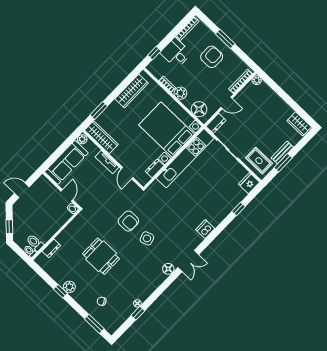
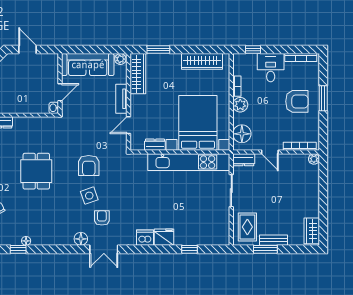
fridge: (249, 183) -> (164, 237), moved
armchair: (168, 244) -> (102, 218), added

